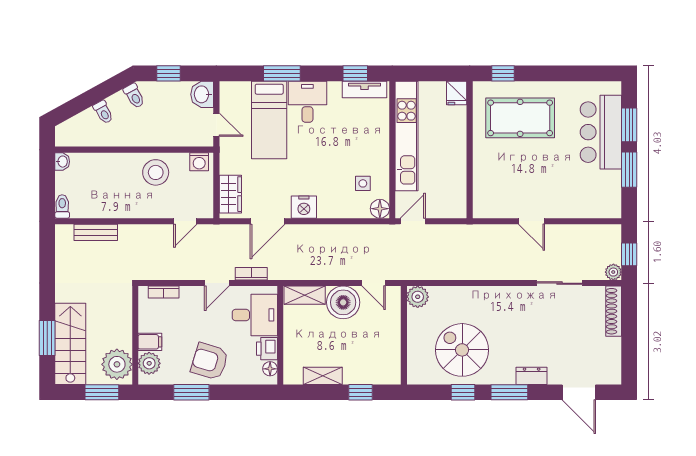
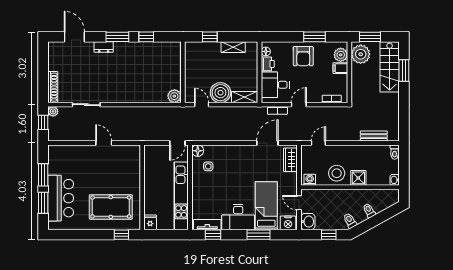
desk: (307, 102) -> (238, 217), width x1.37
shower: (121, 165) -> (358, 178), added
nightstand: (304, 207) -> (288, 223), moved, turned 180
spiral stairs: (462, 350) -> (147, 63), removed
armchair: (210, 361) -> (303, 56), turned 73

